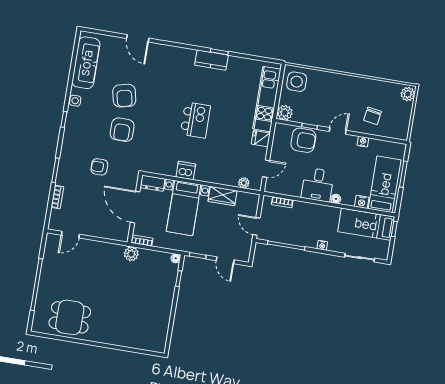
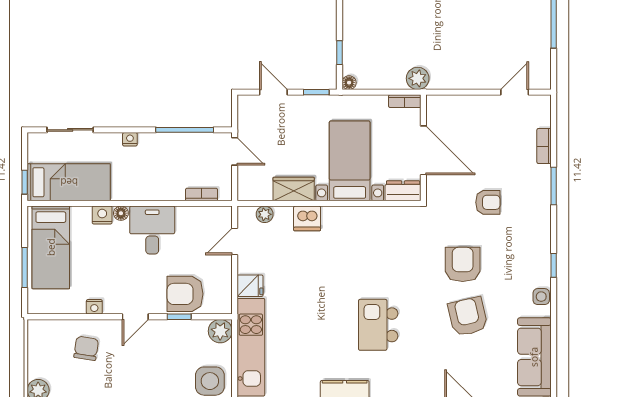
kitchen island: (195, 120) -> (378, 325), moved
dishwasher: (186, 171) -> (307, 218), moved
nightstand: (362, 202) -> (102, 215), moved

